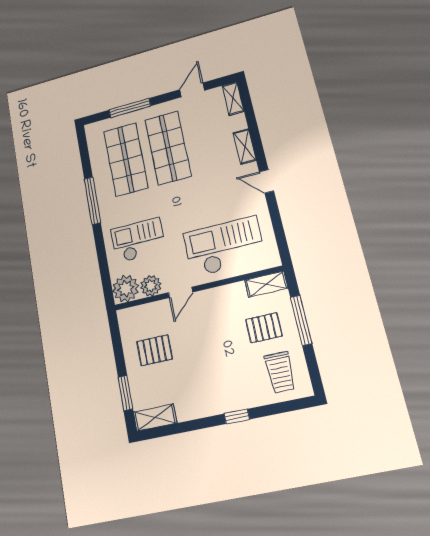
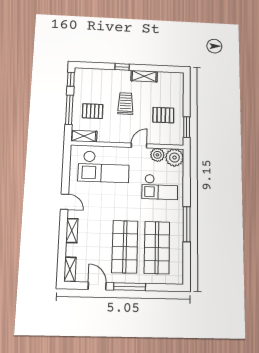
door: (192, 90) -> (97, 286), swing flipped
window: (130, 108) -> (130, 287), moved
trolley: (280, 372) -> (125, 103), moved
window: (314, 373) -> (71, 79), added
window: (125, 393) -> (187, 127), moved
shelving: (155, 418) -> (144, 76), moved

